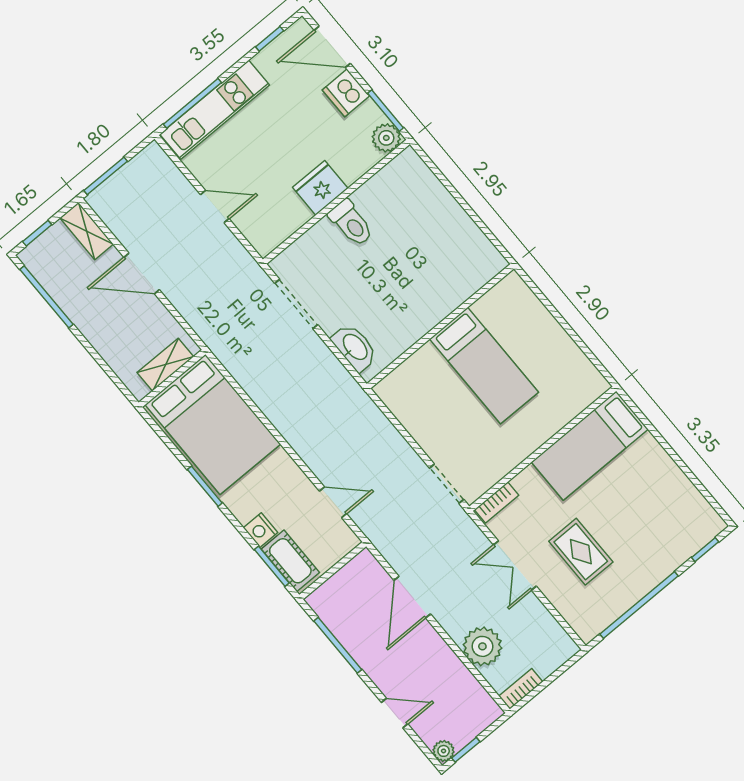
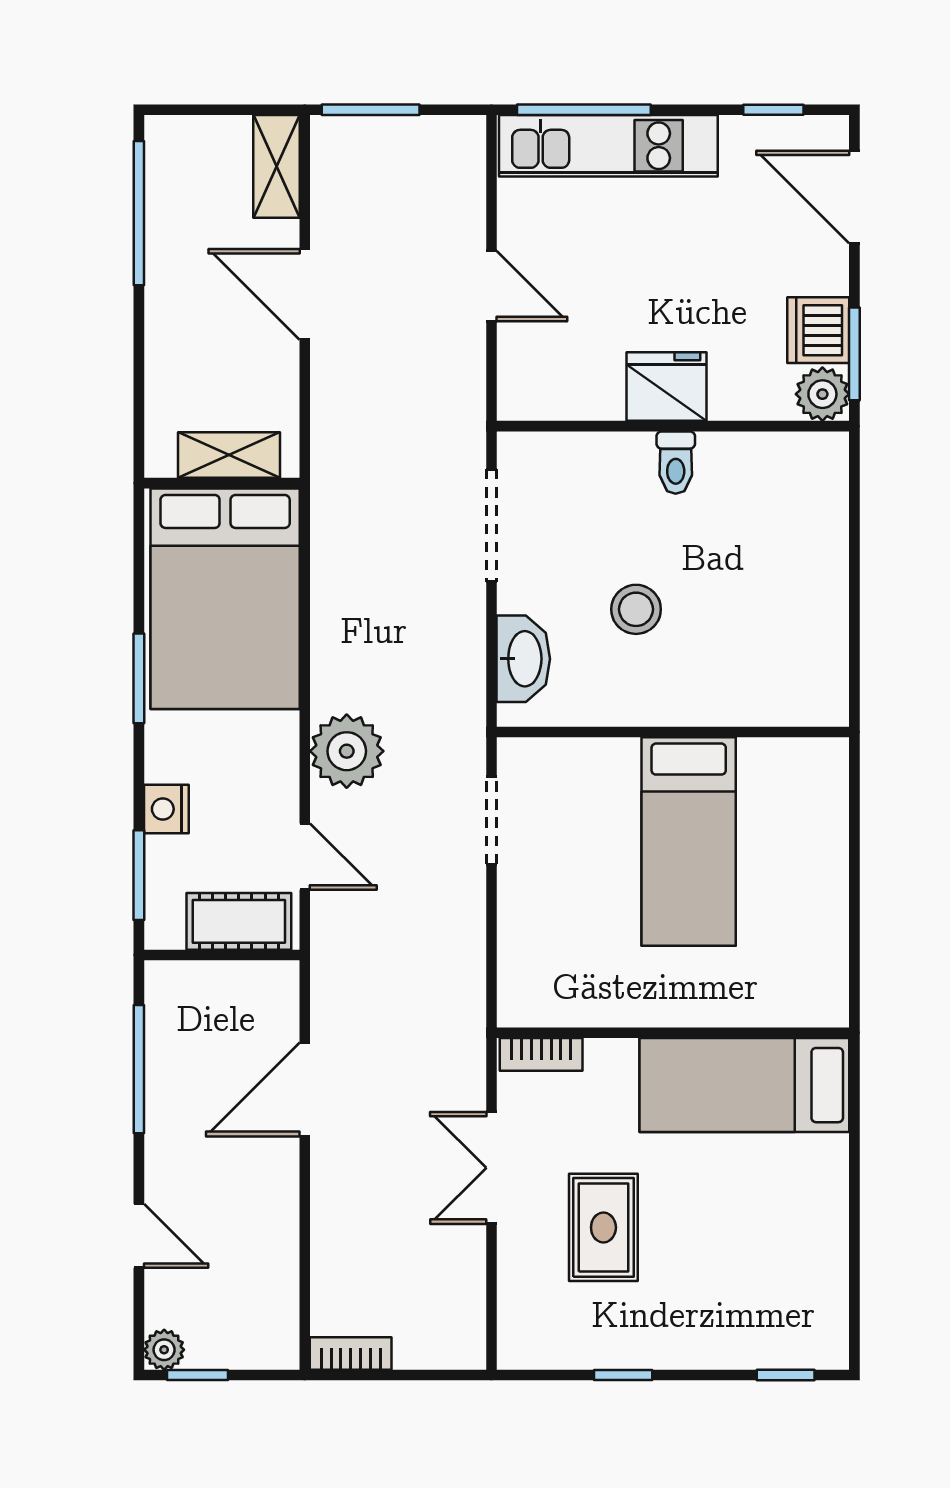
dishwasher: (346, 93) -> (818, 330), moved
toilet: (351, 223) -> (676, 463), width x0.73, depth x0.72
window: (37, 233) -> (203, 110), removed
stool: (384, 289) -> (636, 609), added
doorway: (447, 484) -> (491, 820), moved
cot: (290, 561) -> (239, 921), moved, turned 90
window: (639, 605) -> (623, 1375), width x0.32
plant: (482, 646) -> (347, 751), moved

